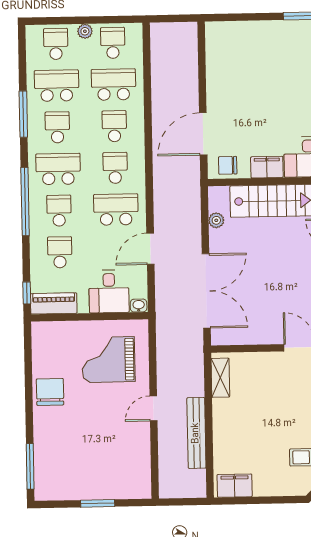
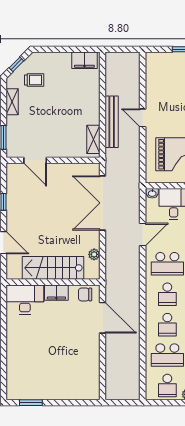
door: (203, 134) -> (103, 318), hinge flipped
chair: (228, 165) -> (85, 294), turned 180
door: (154, 408) -> (143, 118), swing flipped
bench: (196, 433) -> (112, 122), moved

